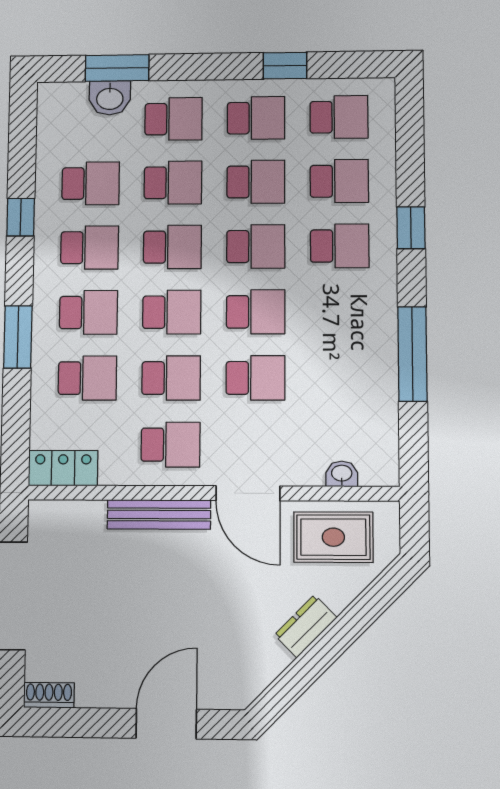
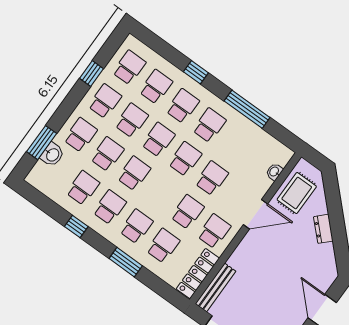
school desk: (172, 312) -> (209, 125), moved
locker: (63, 468) -> (198, 274), width x1.53
bench: (159, 514) -> (216, 287), moved

